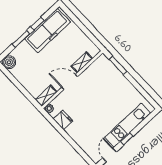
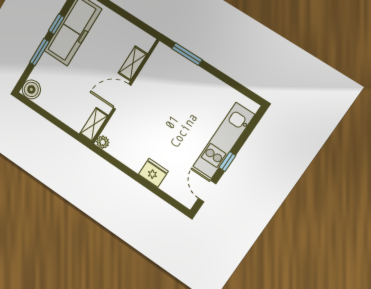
fridge: (63, 120) -> (153, 173), moved

